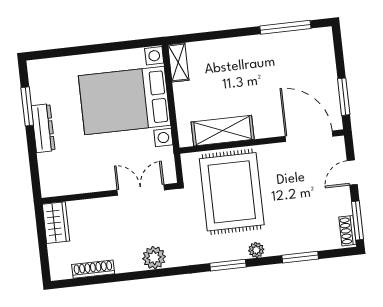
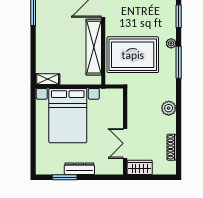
shelving: (223, 131) -> (94, 47), width x1.47
double door: (141, 190) -> (125, 143), moved
window: (228, 265) -> (179, 62), width x1.44

